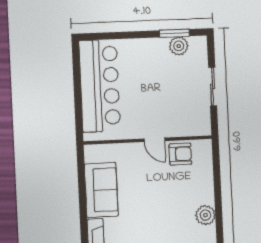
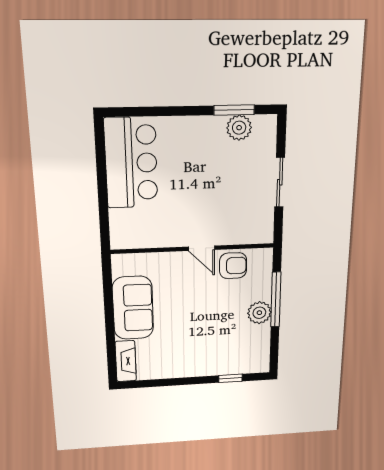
bar counter: (100, 86) -> (131, 163), width x0.73
window: (217, 183) -> (276, 300), added
plant: (205, 215) -> (259, 313), moved

